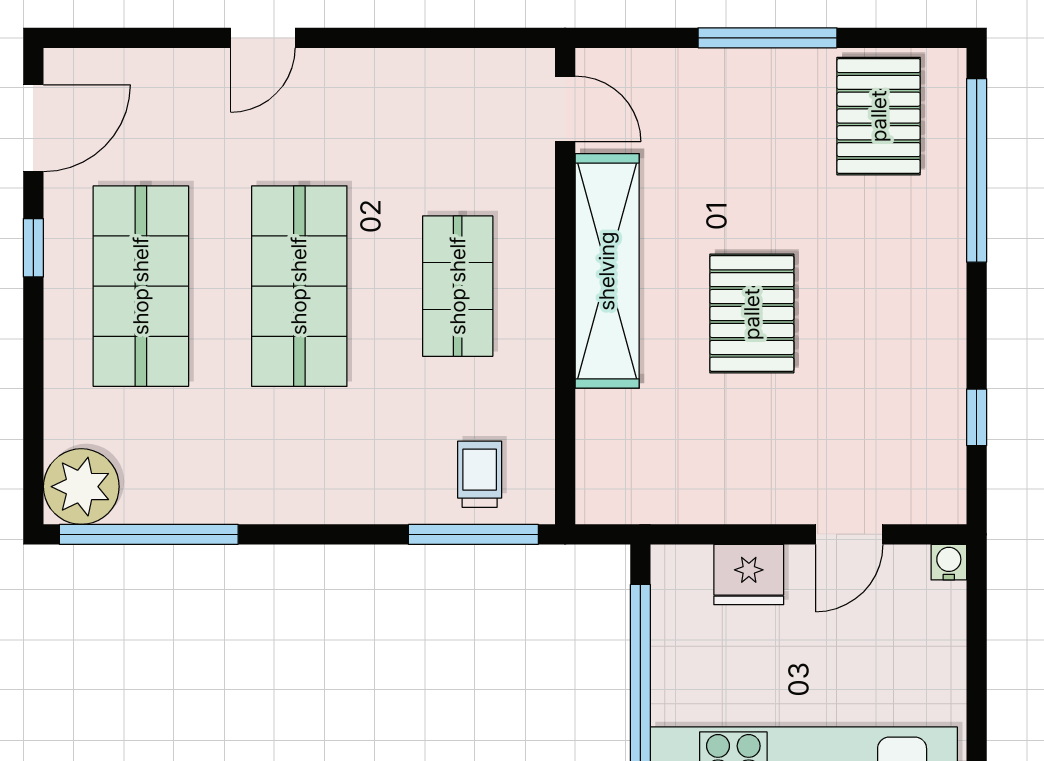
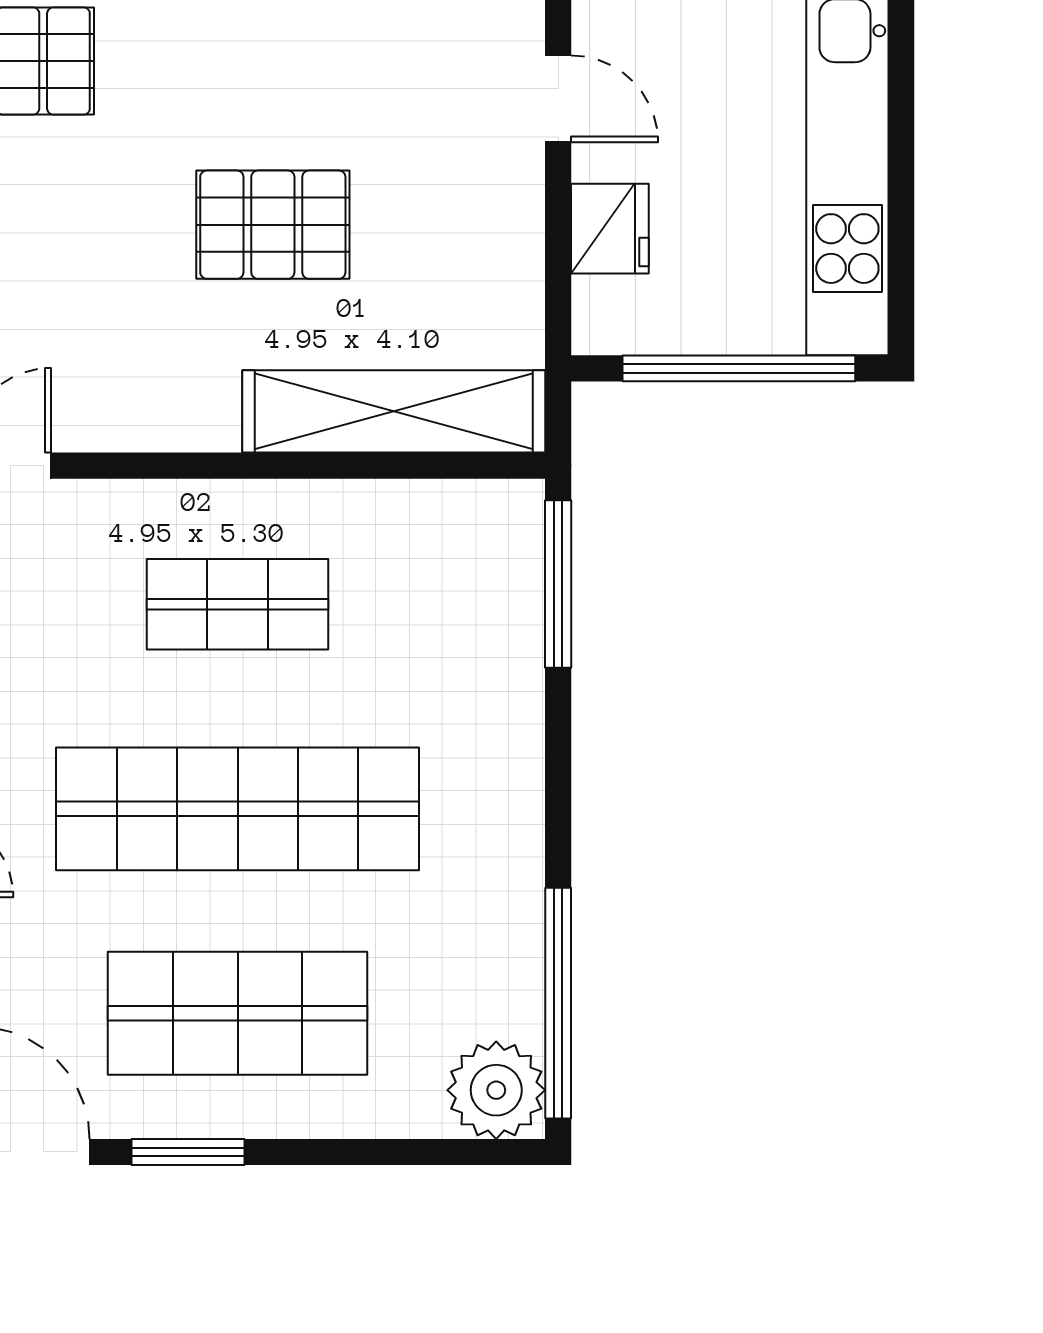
window: (33, 248) -> (188, 1152), width x1.50
shelving: (607, 271) -> (394, 411), moved
shop shelf: (299, 286) -> (238, 809), width x1.40
trolley: (480, 474) -> (480, 576), removed

